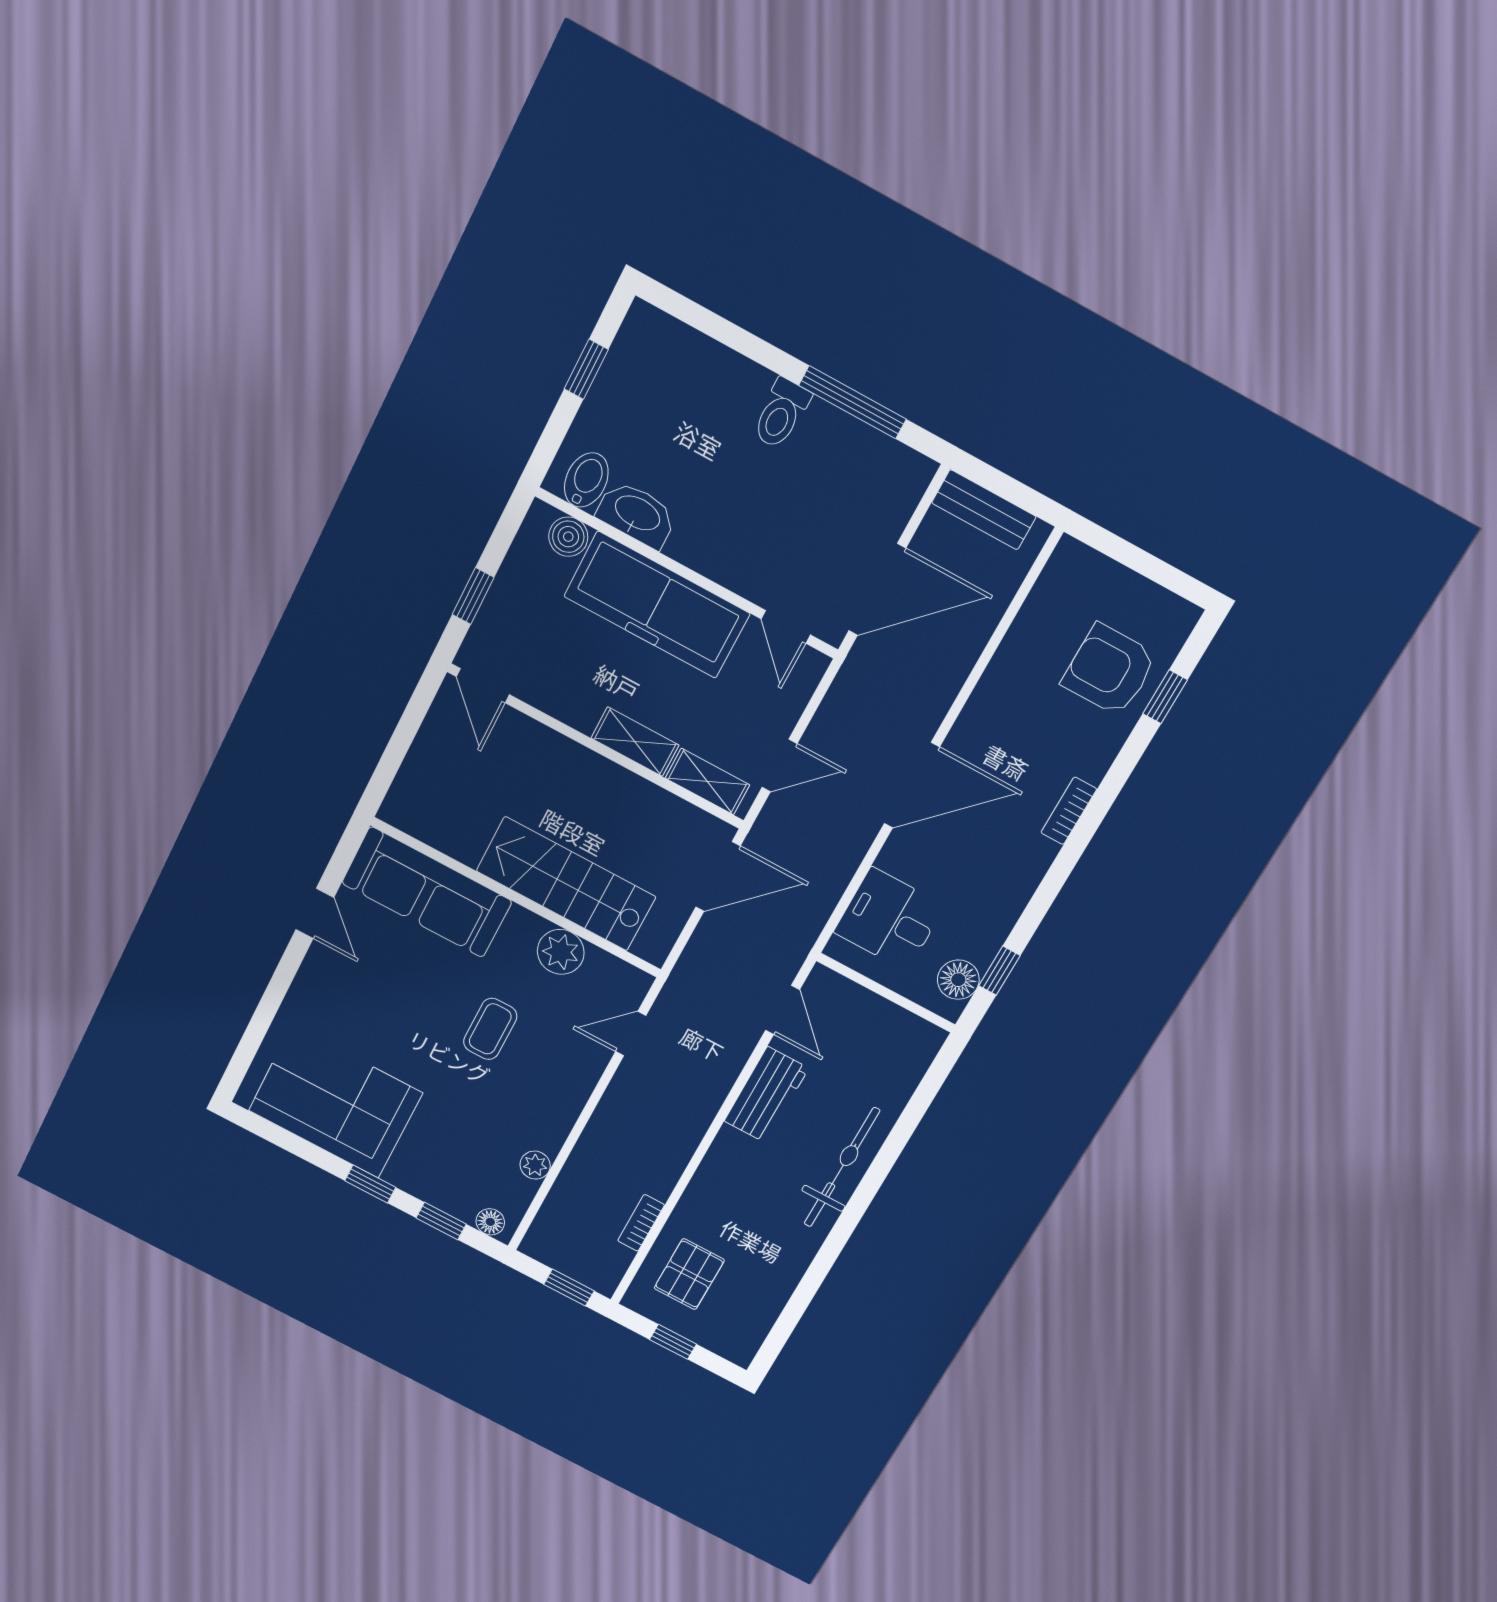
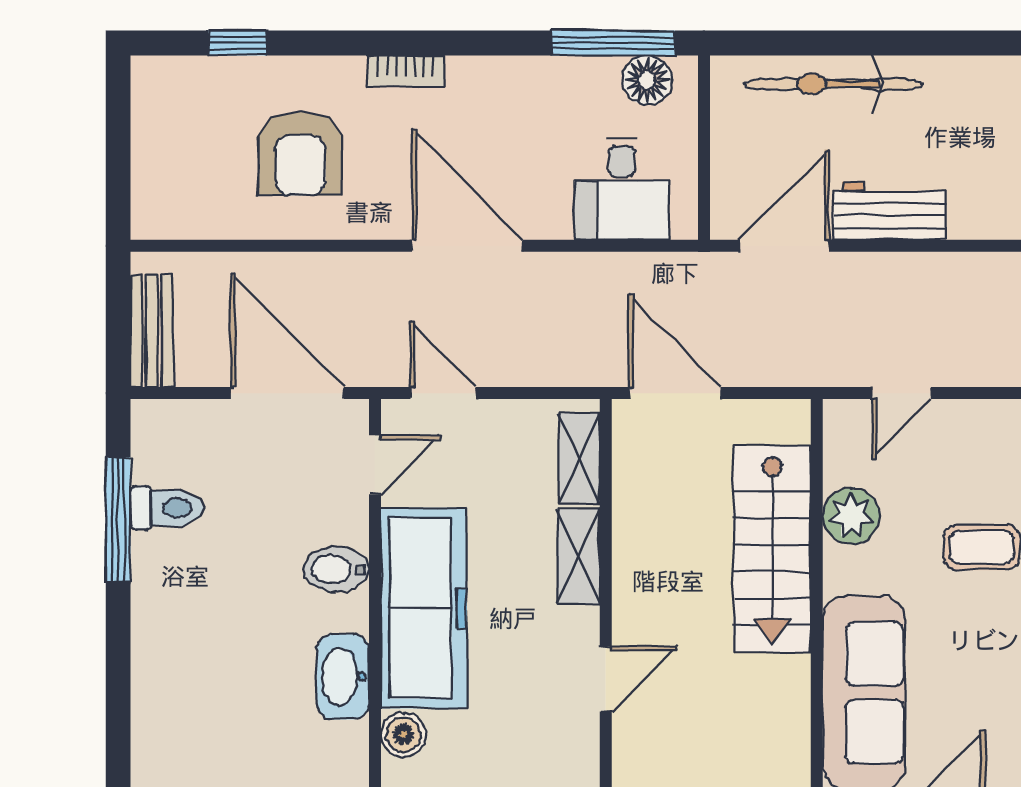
toilet: (781, 414) -> (167, 508), moved
bidet: (586, 480) -> (336, 569), moved
armchair: (1109, 670) -> (300, 153), moved
door: (483, 686) -> (606, 679), moved
door: (780, 765) -> (443, 393), moved
window: (999, 971) -> (613, 43), width x2.17
door: (782, 1010) -> (784, 246), width x1.38
door: (631, 1034) -> (902, 393), hinge flipped
bicycle: (842, 1167) -> (833, 84), moved

